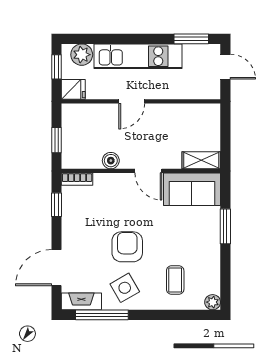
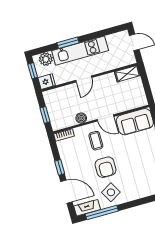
window: (191, 39) -> (68, 43), moved
shelving: (201, 160) -> (127, 74), moved
window: (56, 205) -> (60, 167), moved
armchair: (127, 247) -> (106, 167), turned 180
door: (56, 268) -> (66, 192), swing flipped
coffee table: (175, 280) -> (96, 141), moved

